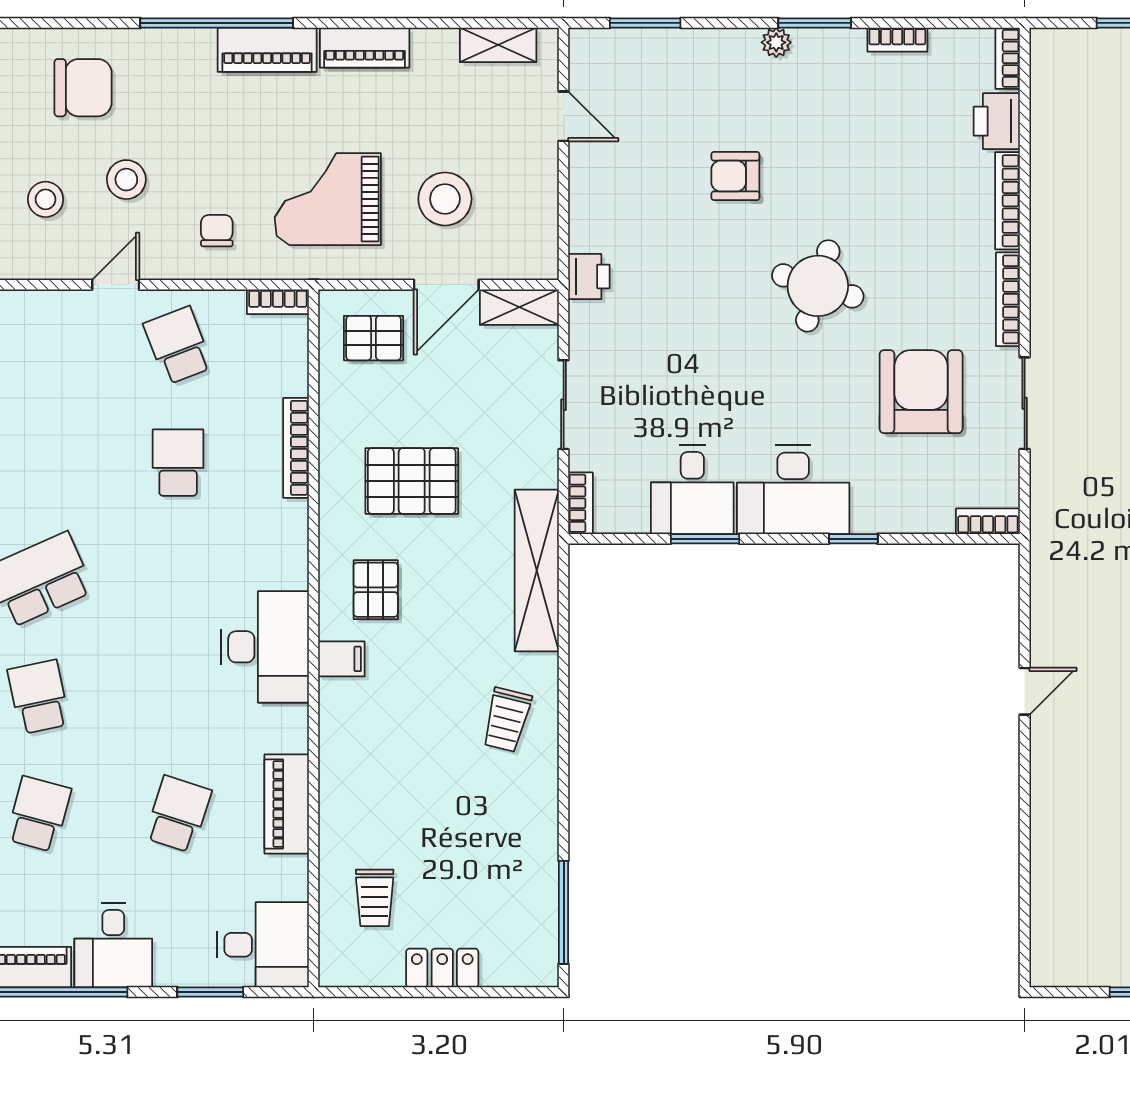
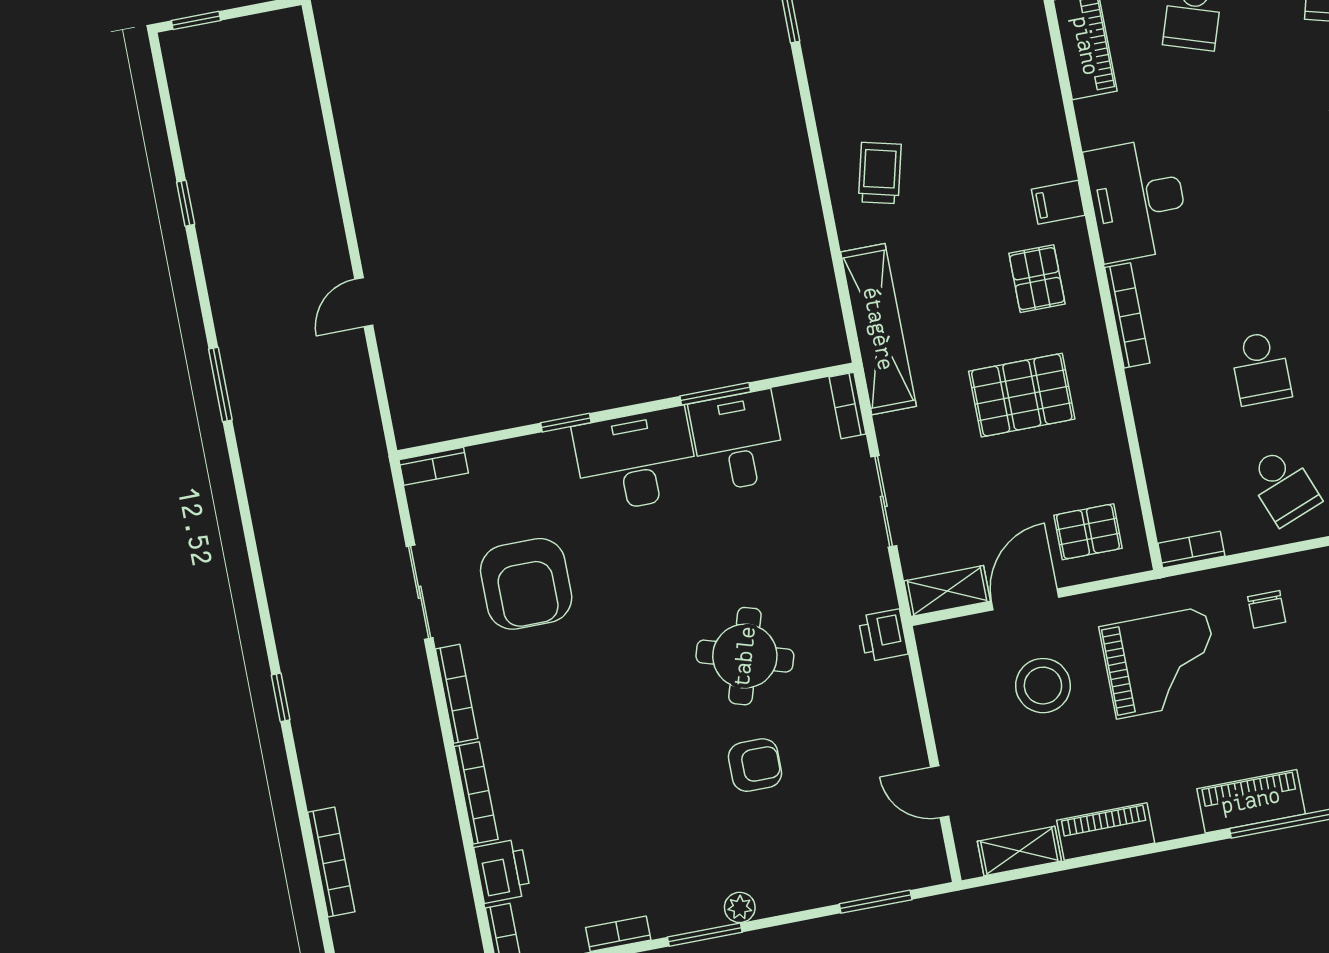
piano: (365, 48) -> (1106, 832), moved
round table: (818, 286) -> (745, 656), moved
bookcase: (296, 448) -> (1127, 315), moved

